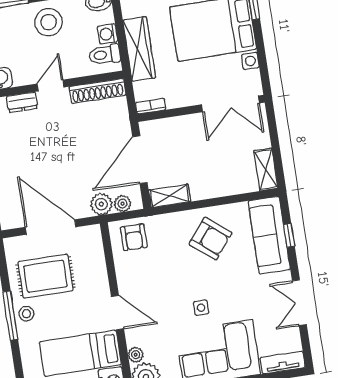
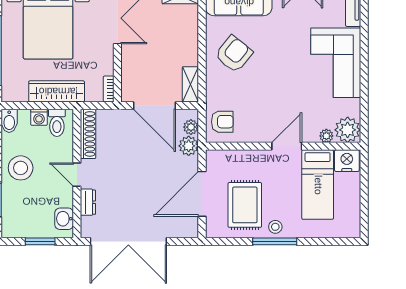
side table: (201, 308) -> (294, 72), removed

